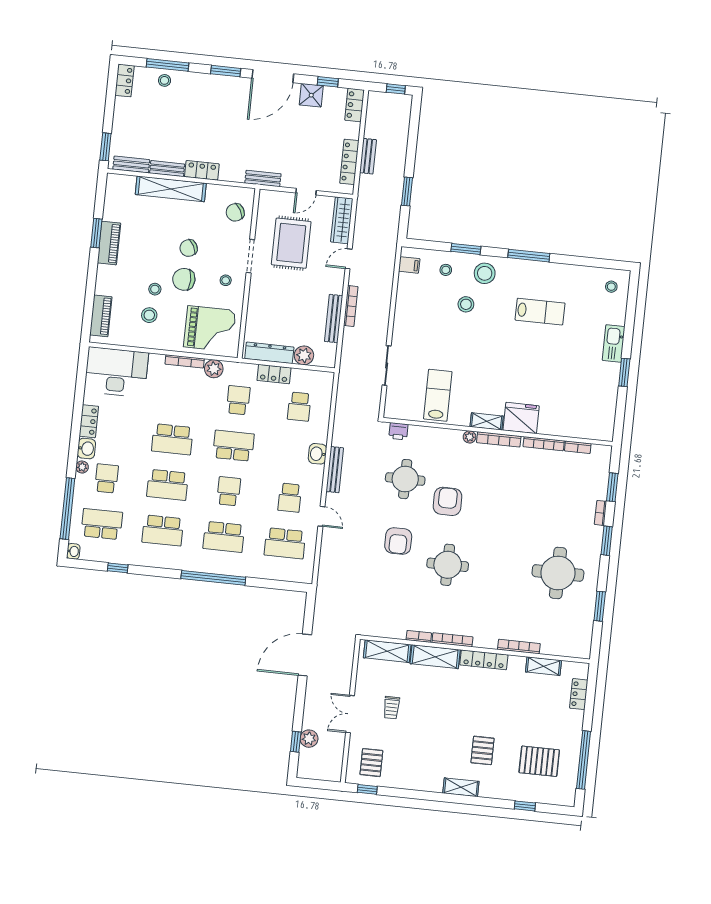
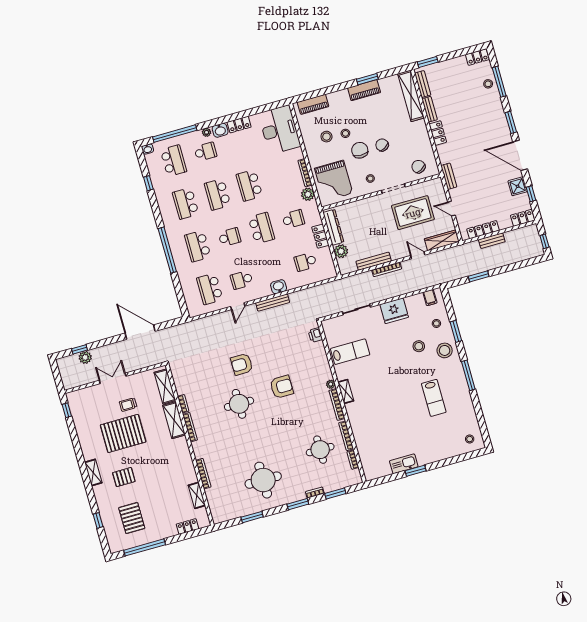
shelving: (171, 189) -> (411, 96), moved
kitchen sink: (614, 343) -> (404, 464), moved
fridge: (521, 418) -> (394, 311), moved, turned 90
round table: (405, 479) -> (320, 450), moved
locker: (484, 660) -> (185, 454), removed
pallet: (371, 763) -> (123, 433), moved, width x2.05, depth x2.00

